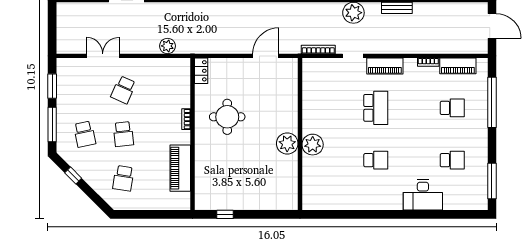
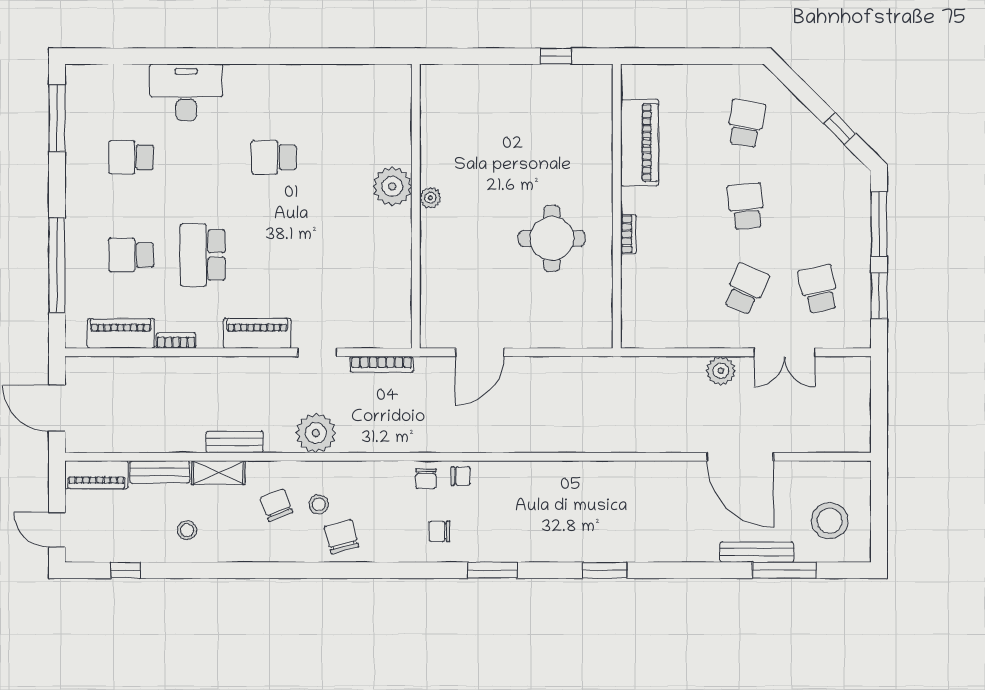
plant: (167, 46) -> (721, 371), moved
locker: (201, 71) -> (601, 324), removed
school desk: (376, 108) -> (203, 255), moved
school desk: (85, 134) -> (818, 289), moved
plant: (287, 143) -> (430, 198), width x0.53, depth x0.53

